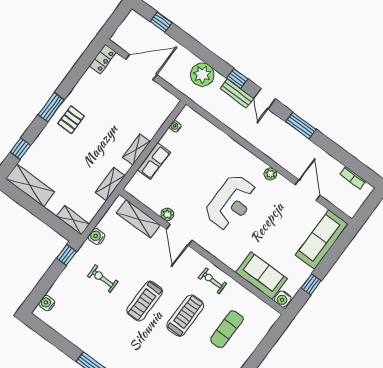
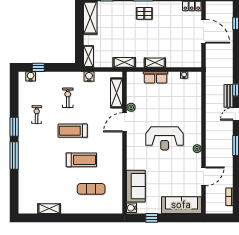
plant: (202, 75) -> (225, 69), removed
window: (67, 255) -> (38, 67), moved
exercise bike: (213, 281) -> (37, 115), moved

